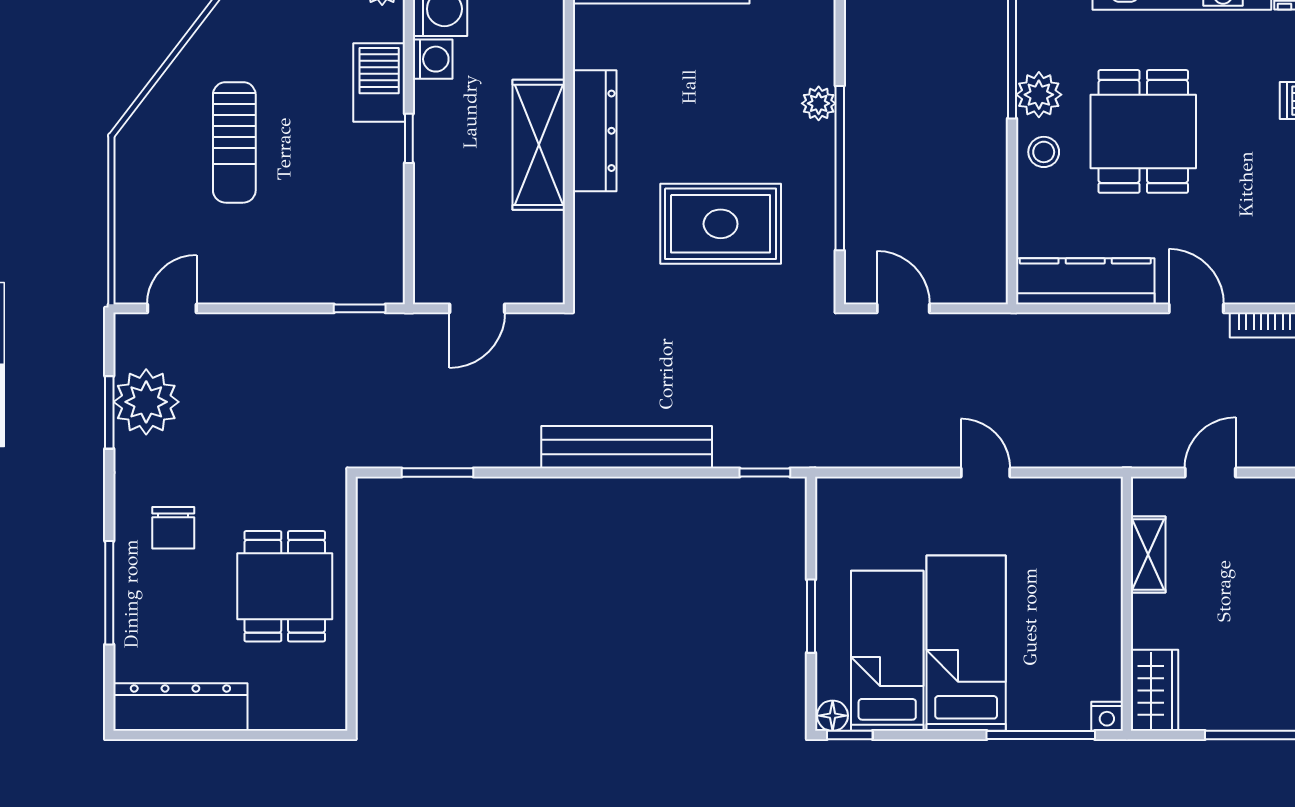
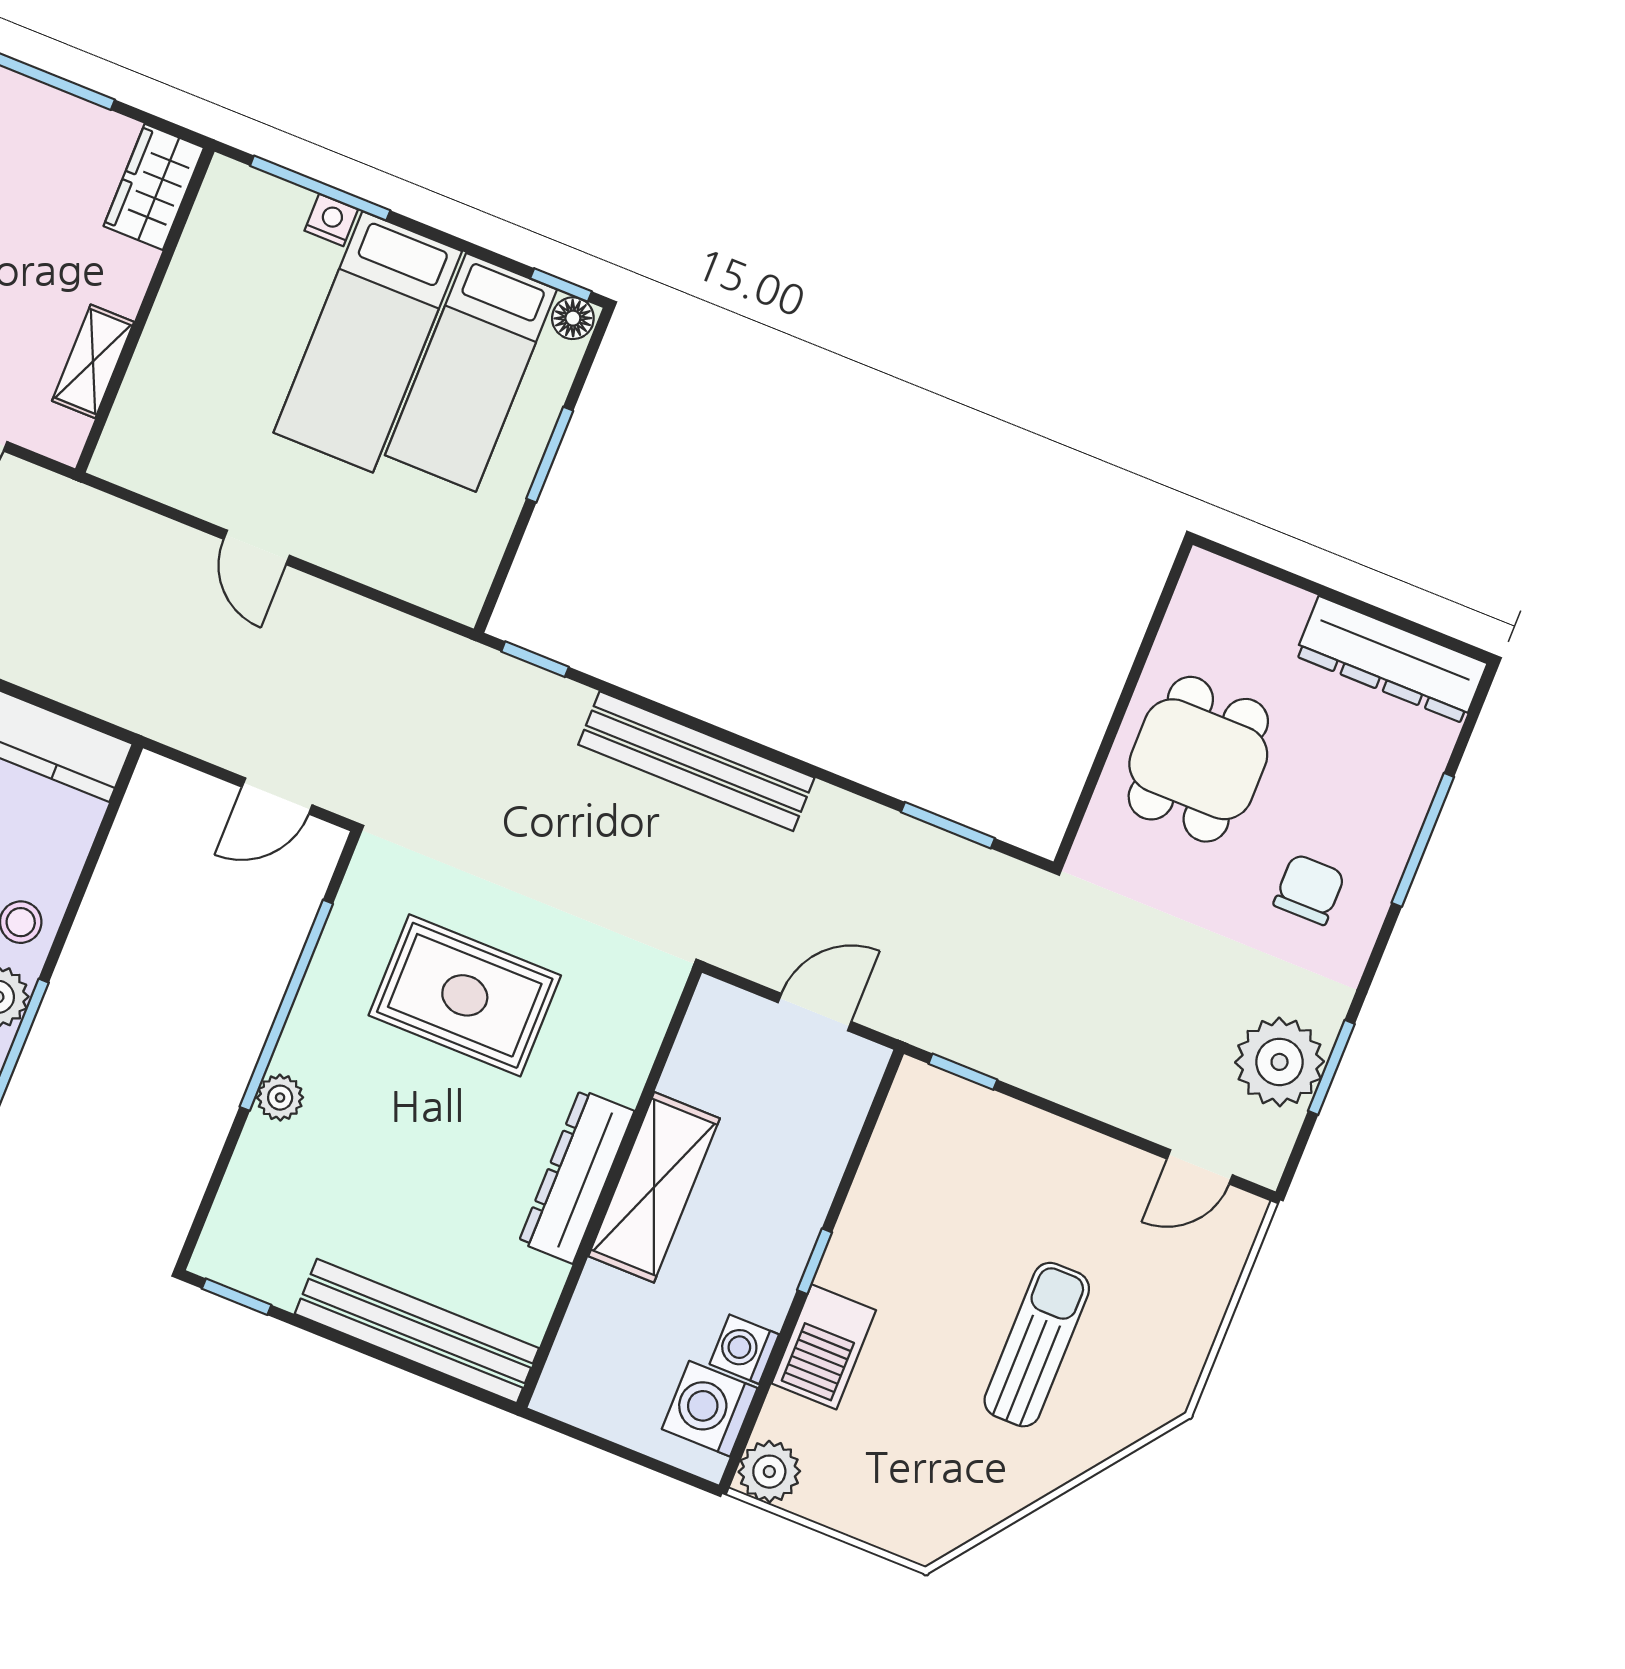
door: (903, 308) -> (277, 796), hinge flipped
nightstand: (1107, 716) -> (331, 220), moved

